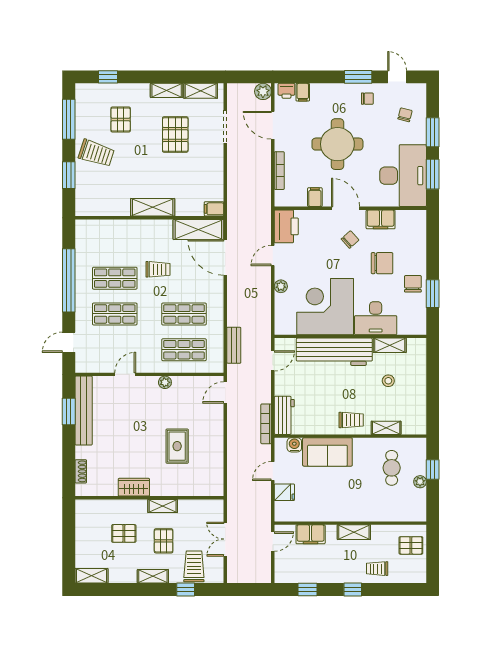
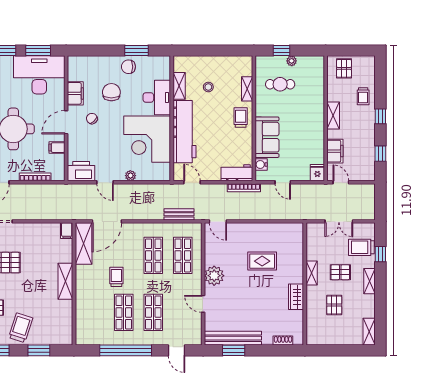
plant: (165, 382) -> (214, 276), width x1.88, depth x1.88
fridge: (284, 492) -> (317, 173), moved

